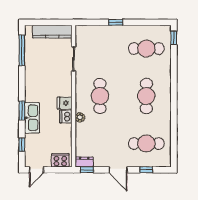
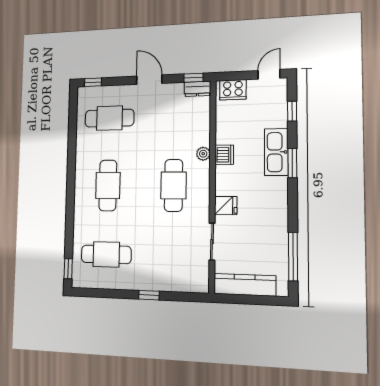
fridge: (65, 103) -> (226, 206), moved
window: (146, 170) -> (93, 82), moved

